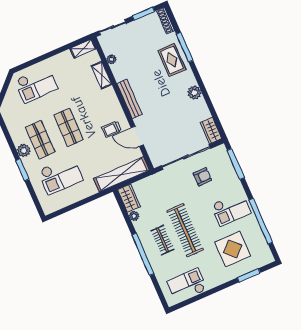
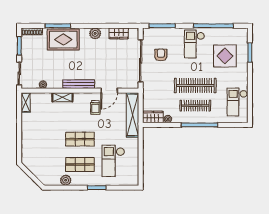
rug: (172, 60) -> (63, 40), width x1.36, depth x1.43
shelving: (102, 75) -> (62, 97), moved
checkout: (36, 84) -> (37, 149), removed
wardrobe: (211, 131) -> (119, 33), moved
plant: (24, 150) -> (66, 180), moved
checkout: (61, 175) -> (113, 161), turned 180
checkout: (231, 209) -> (194, 44), turned 180
clothes rail: (162, 240) -> (195, 106), width x1.36

